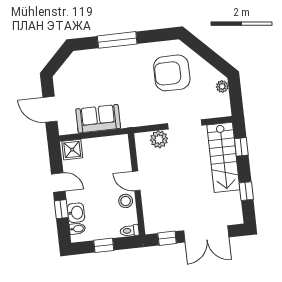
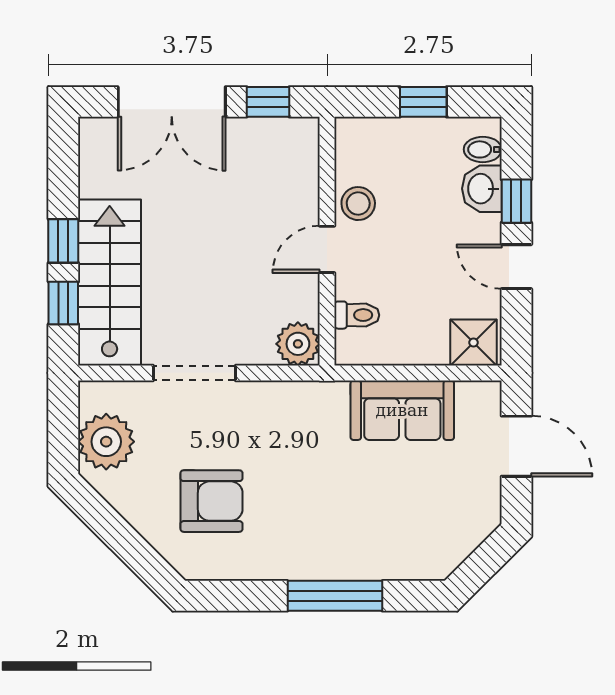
armchair: (172, 73) -> (211, 501), width x0.73, depth x0.73
plant: (222, 86) -> (106, 442), width x1.87, depth x1.87
plant: (159, 139) -> (298, 344), moved
door: (136, 181) -> (327, 249), swing flipped
window: (246, 191) -> (63, 241), moved
toilet: (130, 231) -> (357, 315), moved
double door: (206, 234) -> (172, 102), swing flipped

